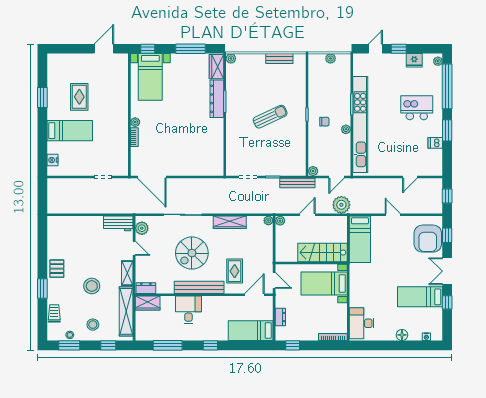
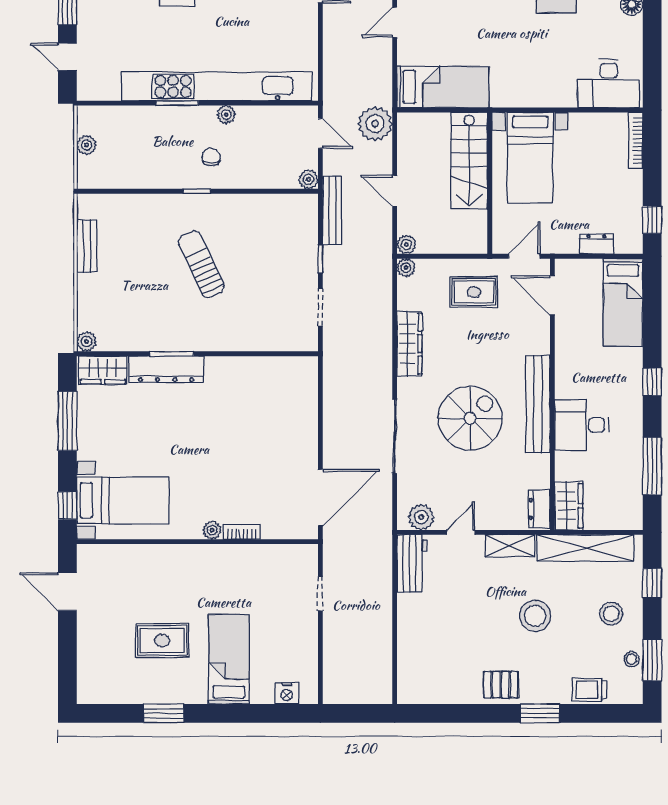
spiral stairs: (192, 253) -> (470, 418), turned -90
rug: (235, 271) -> (474, 292), moved

